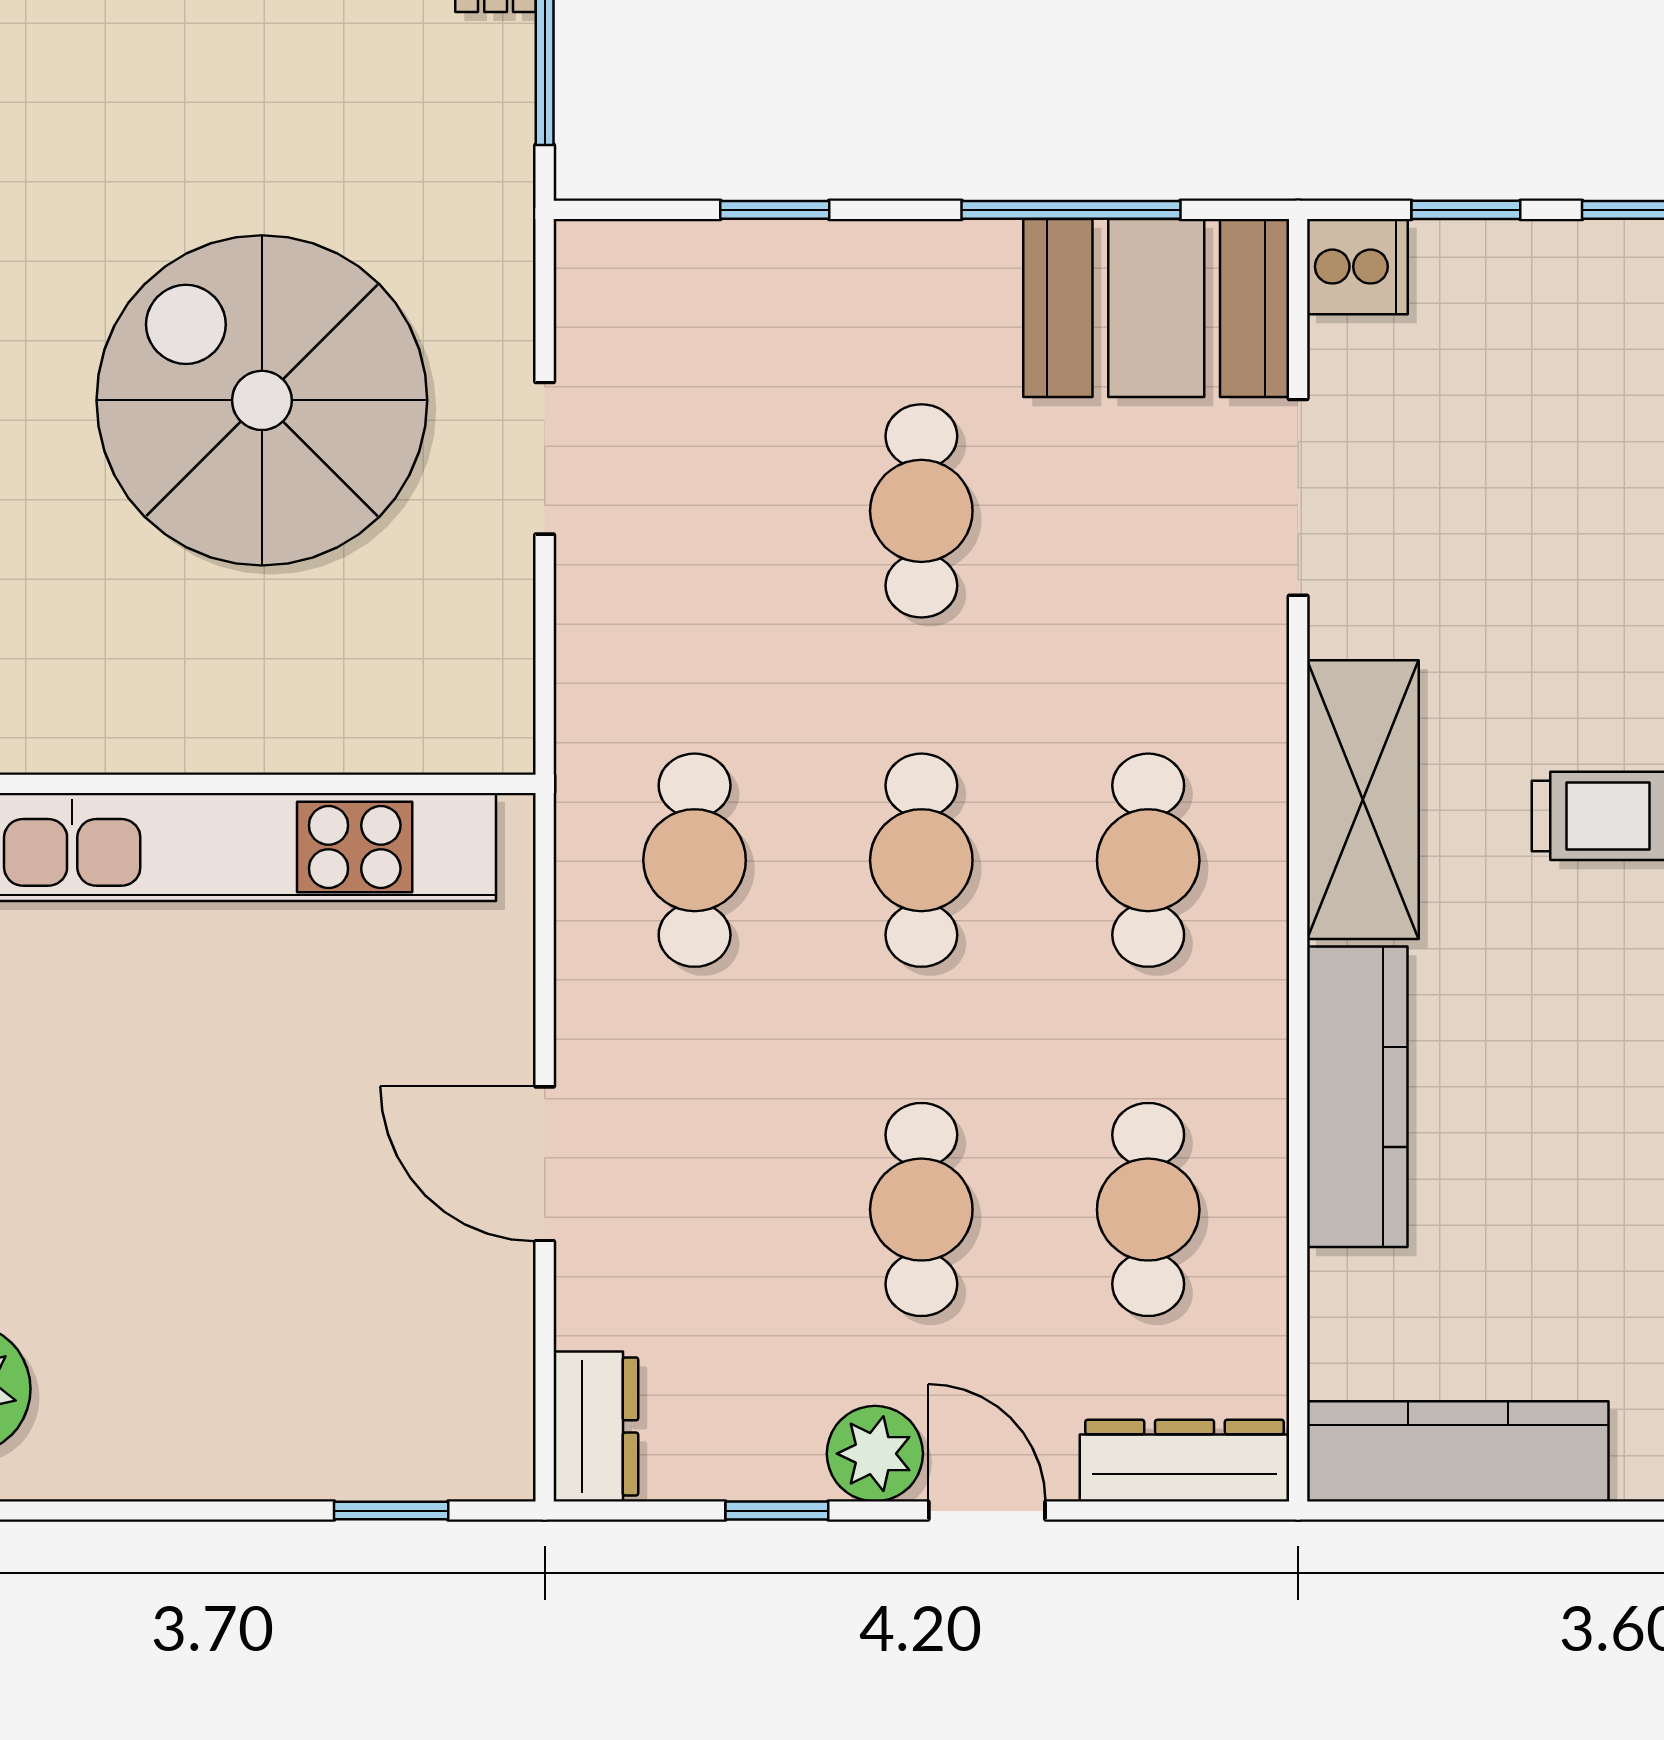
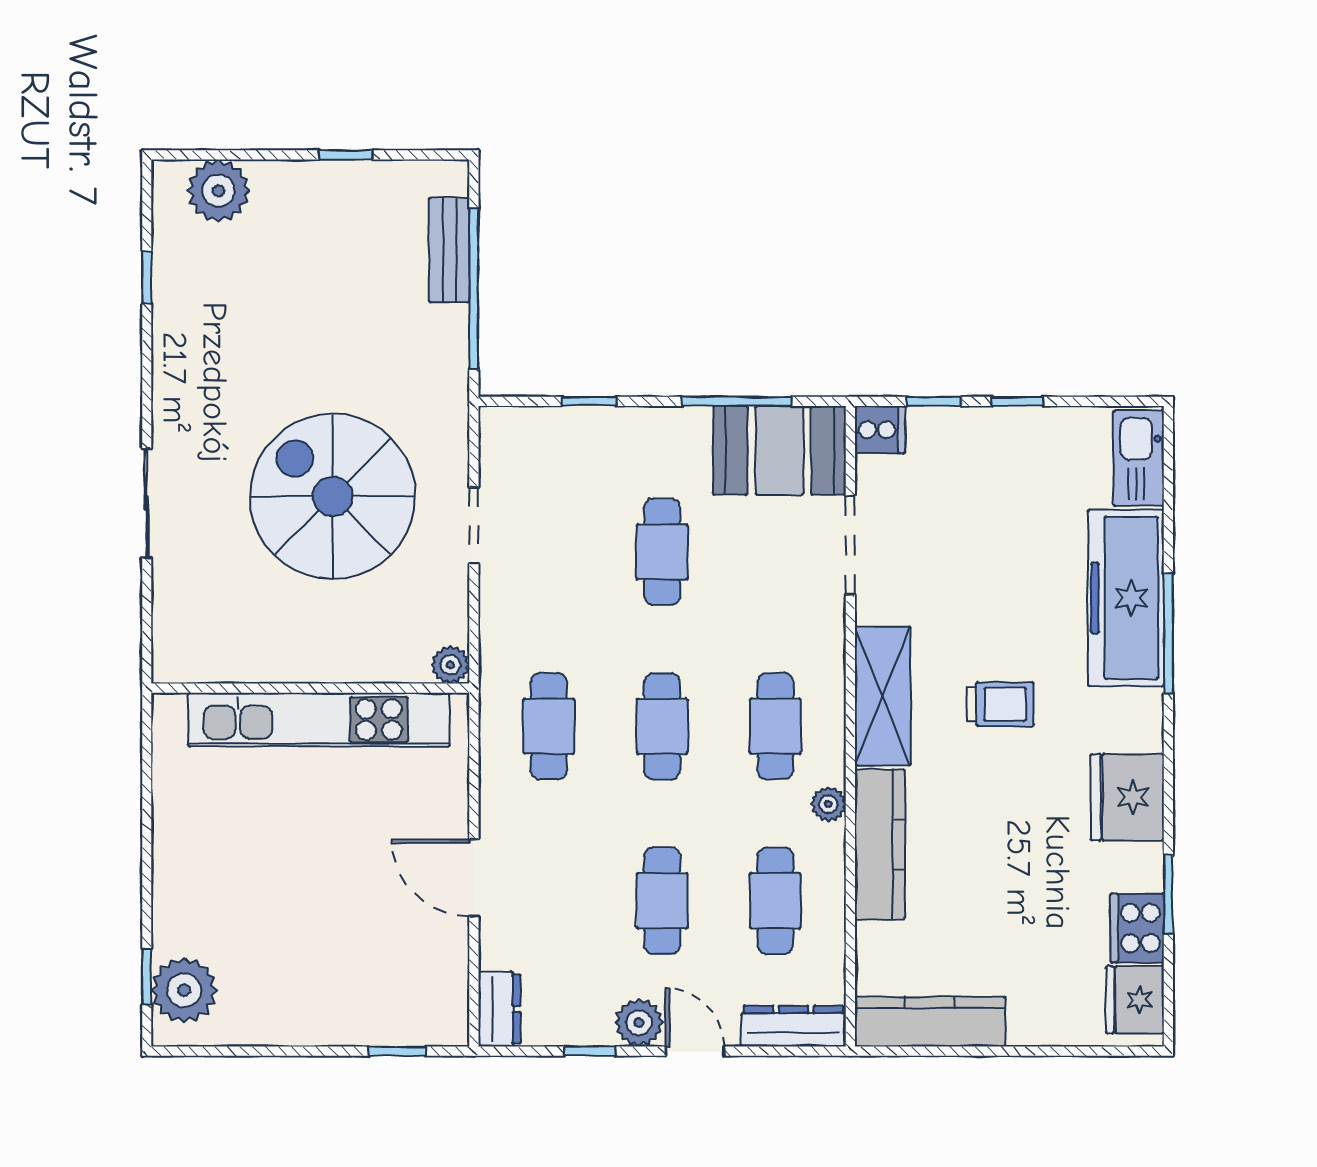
plant: (498, 737) -> (450, 665), added
plant: (1254, 1016) -> (828, 804), added

